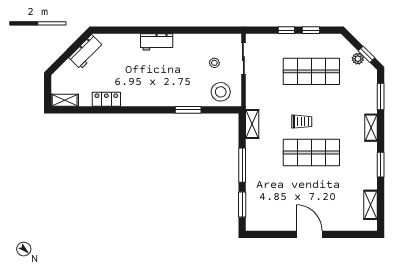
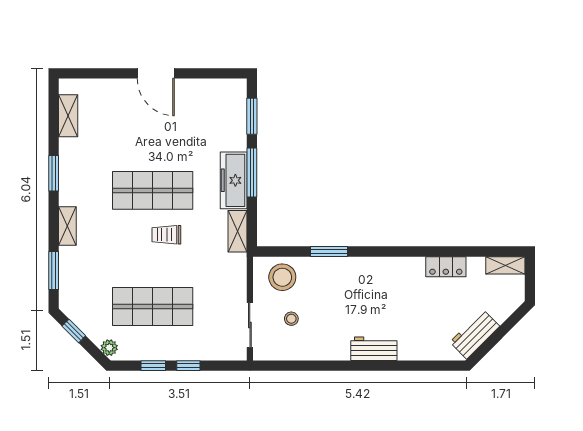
plant: (358, 59) -> (109, 348), moved
freezer: (255, 160) -> (234, 180), added

